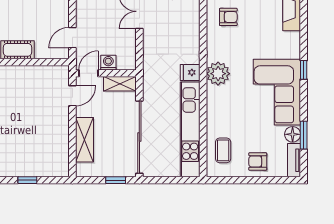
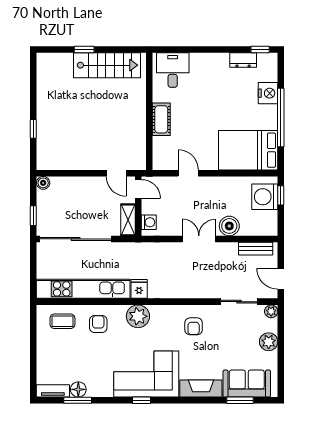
door: (72, 38) -> (188, 173), moved
washing machine: (108, 63) -> (149, 222), moved
corner sofa: (277, 92) -> (146, 374), moved
shelving: (85, 140) -> (73, 185), removed
armchair: (258, 161) -> (98, 324), moved
boiler: (82, 170) -> (43, 183), added

